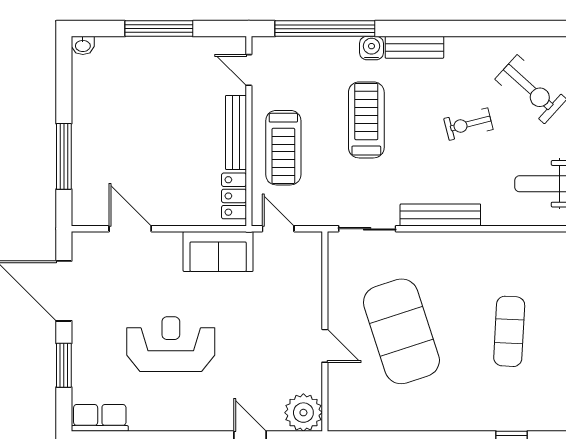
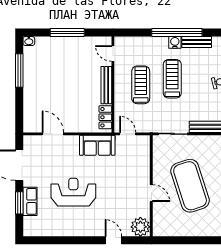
window: (325, 29) -> (177, 33), moved
treadmill: (283, 148) -> (141, 85), moved, turned 180
window: (64, 156) -> (19, 70), moved
row of seats: (100, 418) -> (30, 201), moved, turned 90

